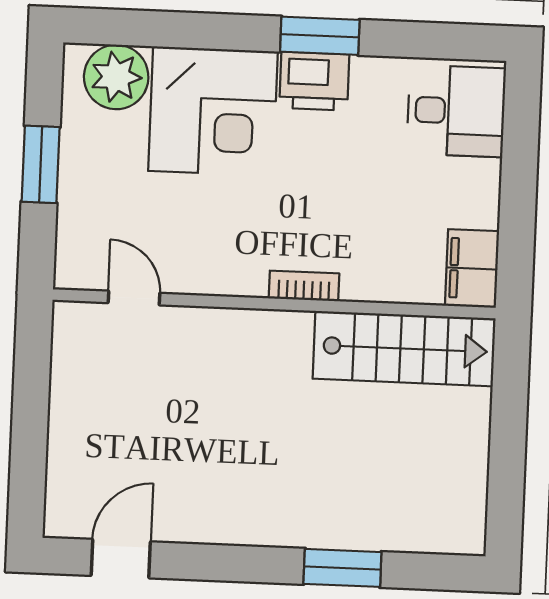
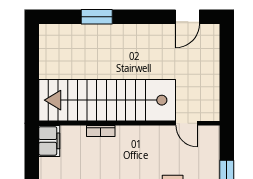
bookcase: (304, 286) -> (101, 131), moved
stairs: (404, 349) -> (107, 100), width x1.86, depth x1.51

